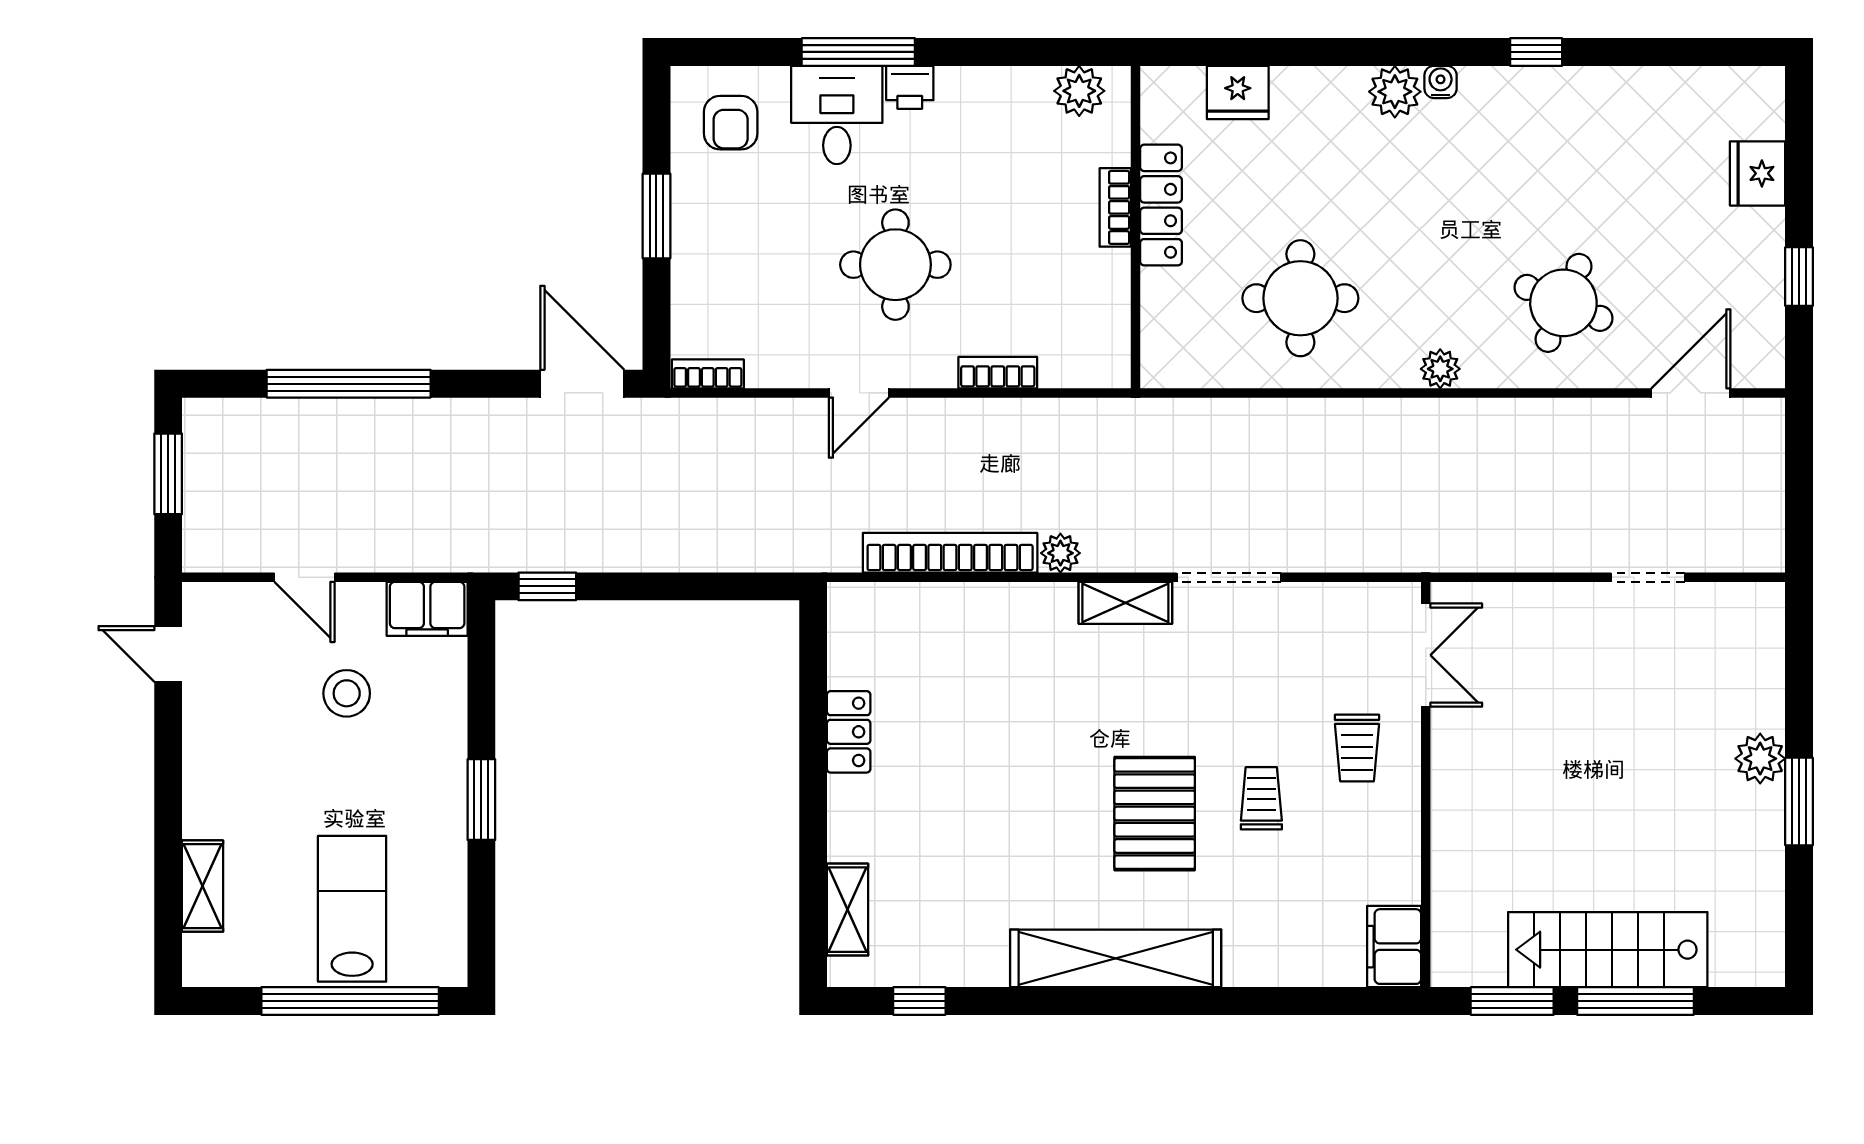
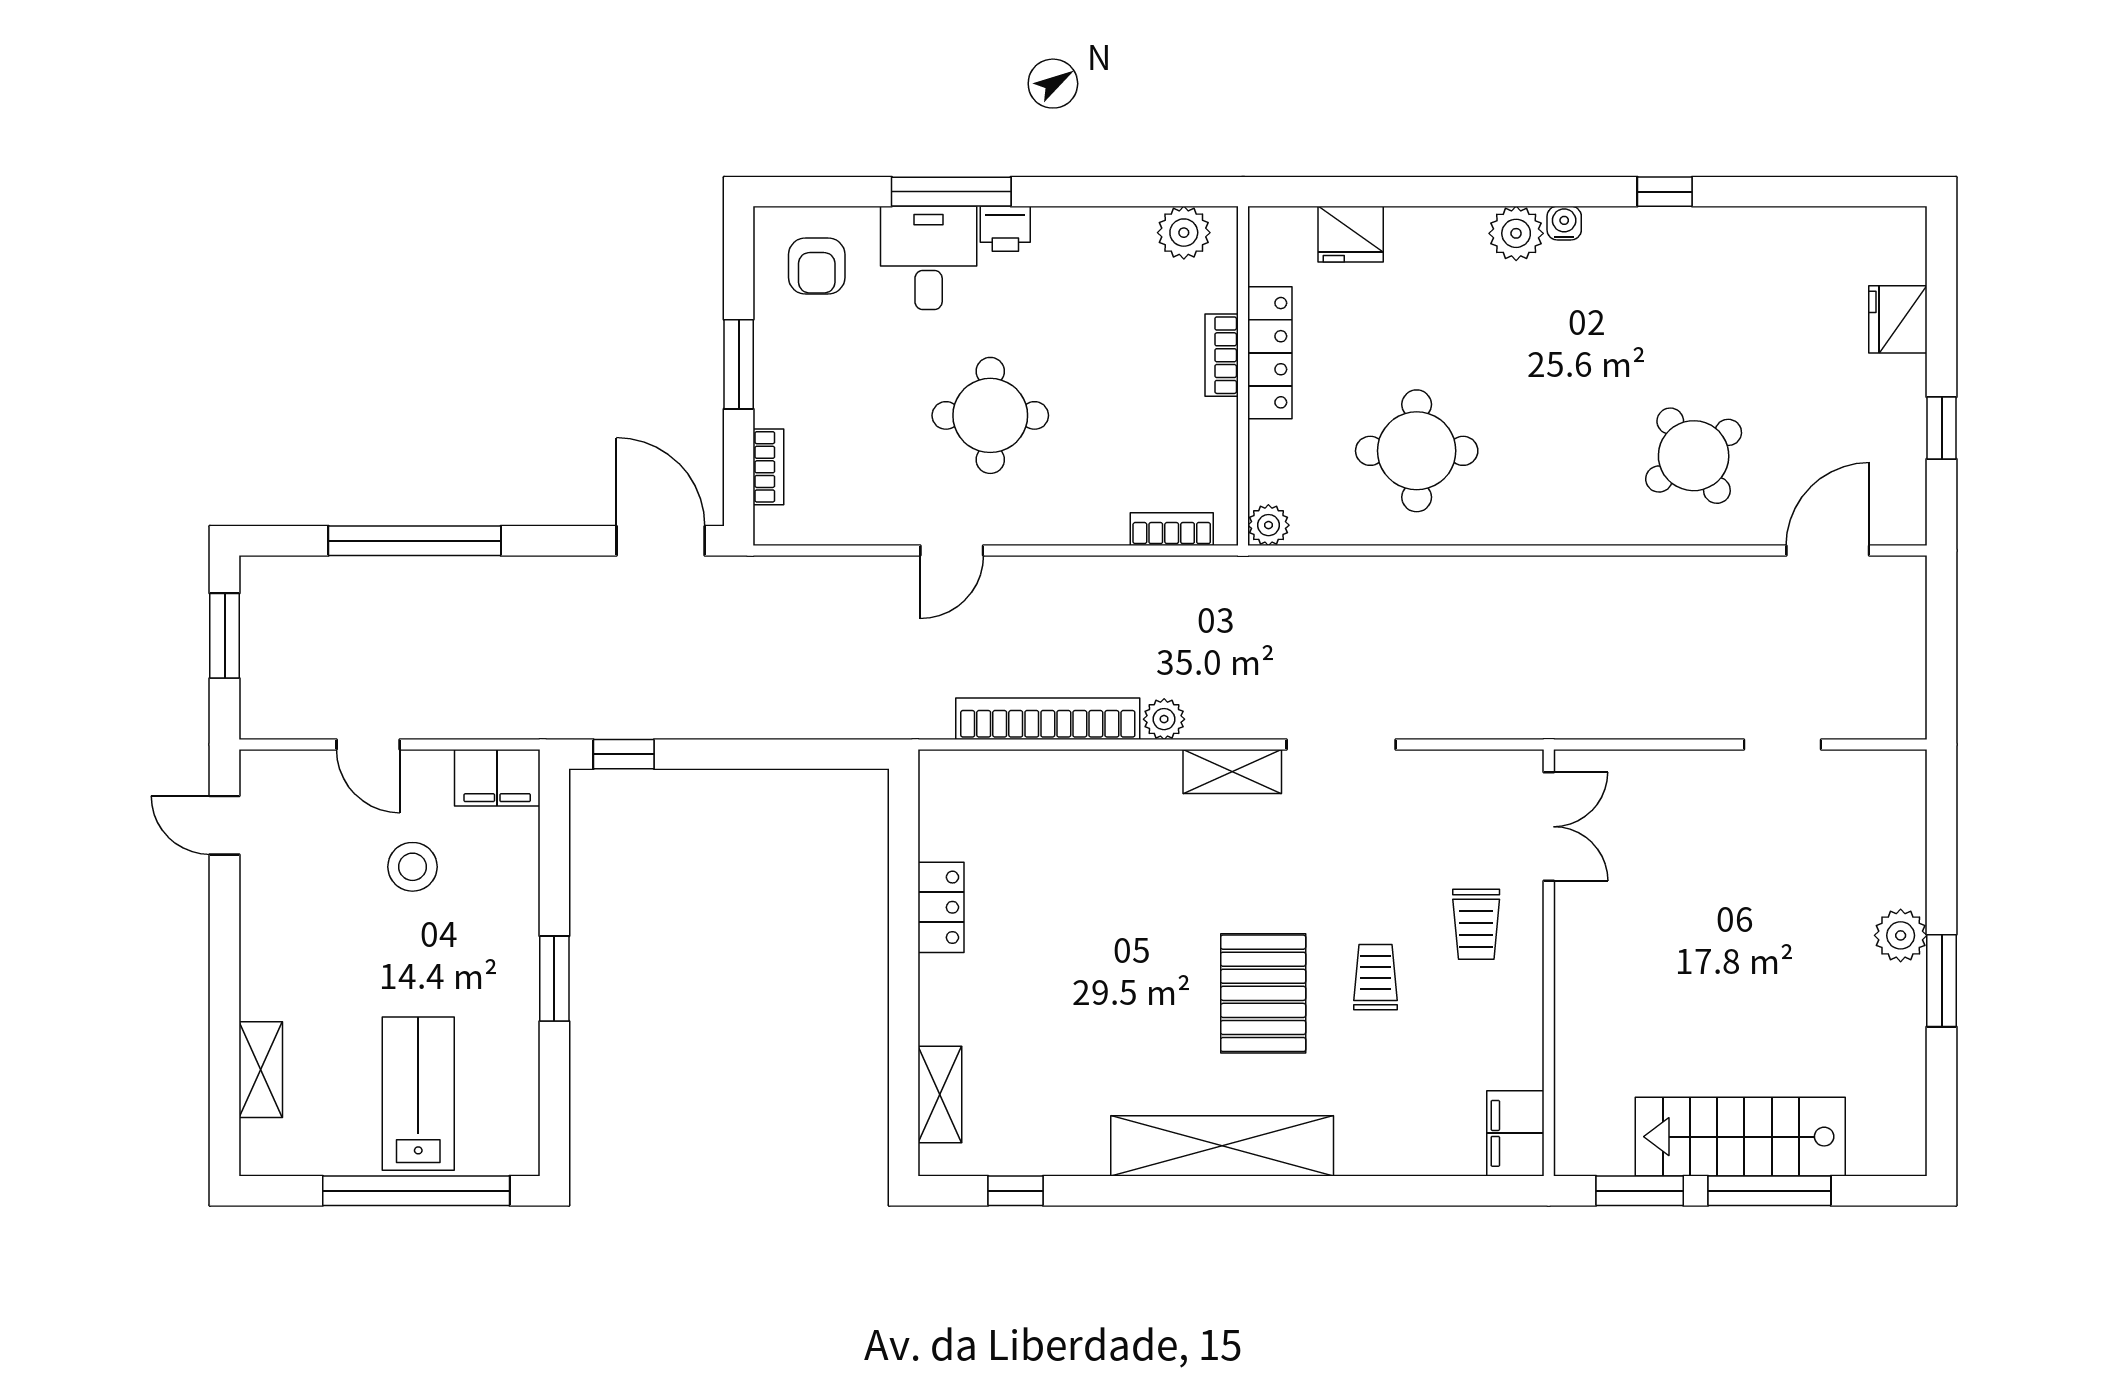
round table: (1563, 303) -> (1694, 456), turned 33
plant: (1440, 369) -> (1268, 525), moved
bookcase: (998, 373) -> (1172, 529), moved
bookcase: (708, 374) -> (768, 467), moved, turned 90

